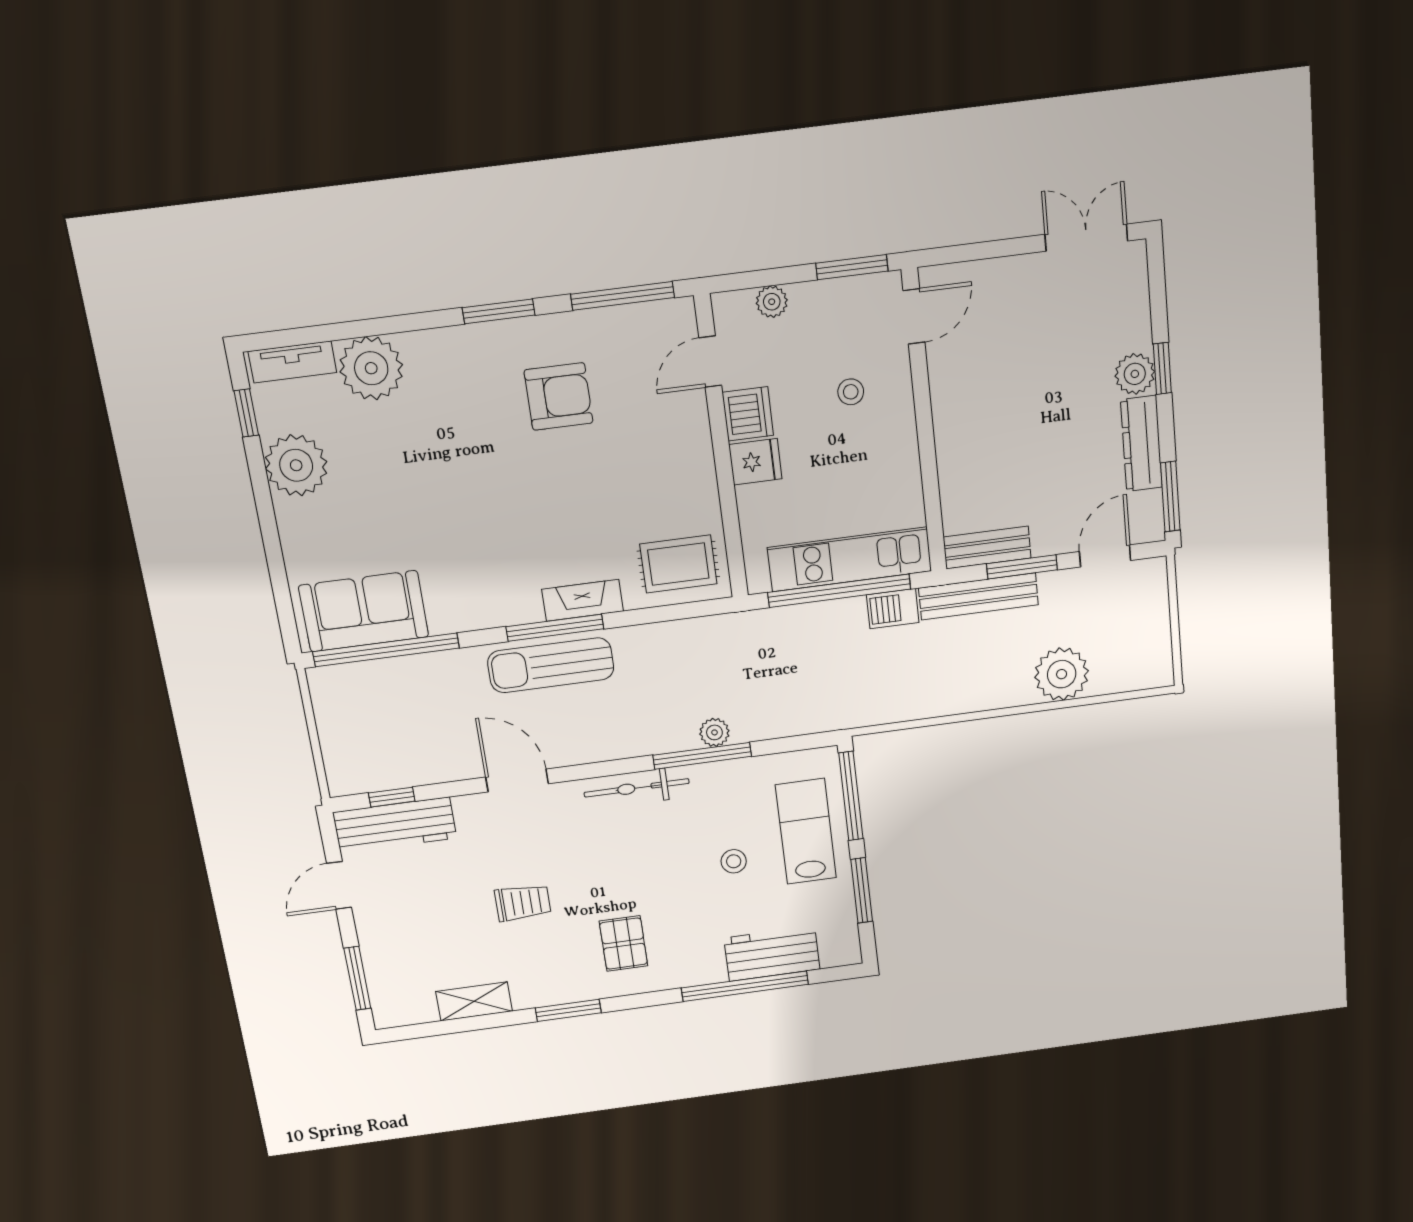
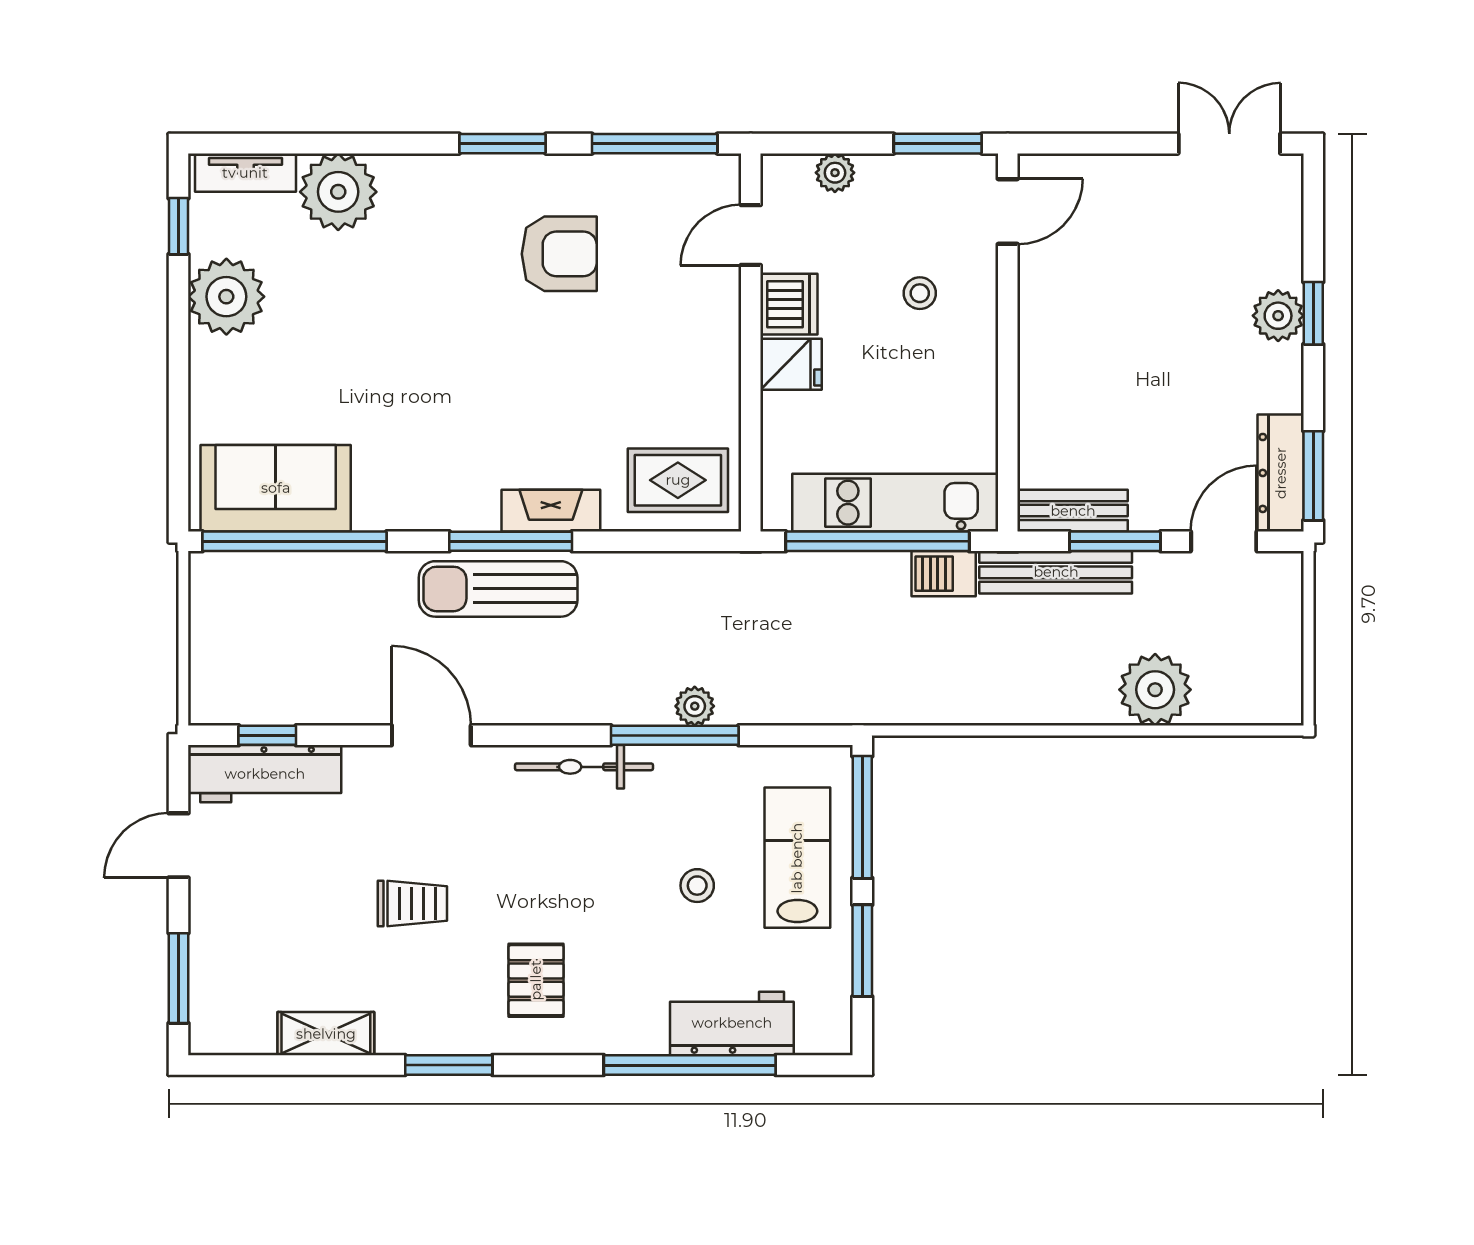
dresser: (1141, 444) -> (1281, 473), moved

